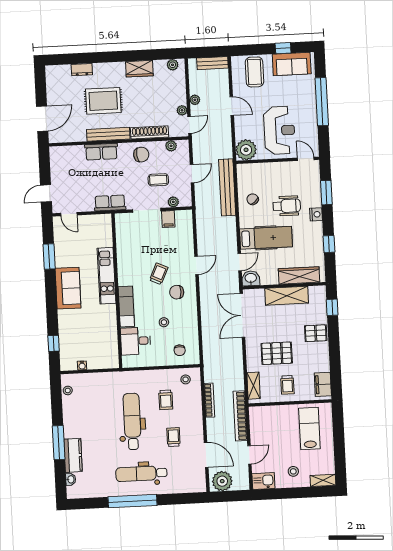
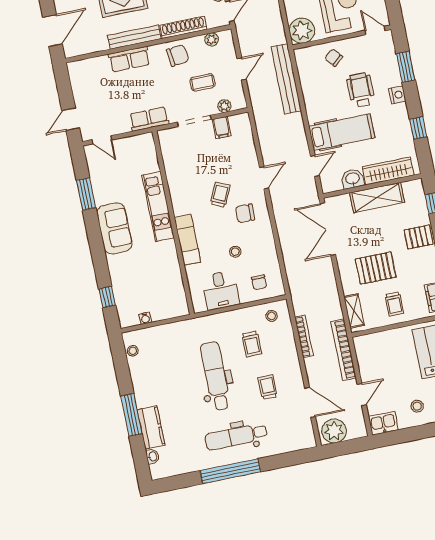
chair: (253, 199) -> (334, 58), moved
wheelchair: (287, 206) -> (361, 90), turned -90
washbasin: (251, 278) -> (353, 179), moved
desk: (136, 341) -> (221, 290), moved, turned -90

